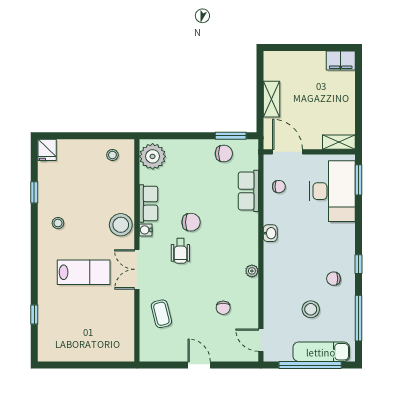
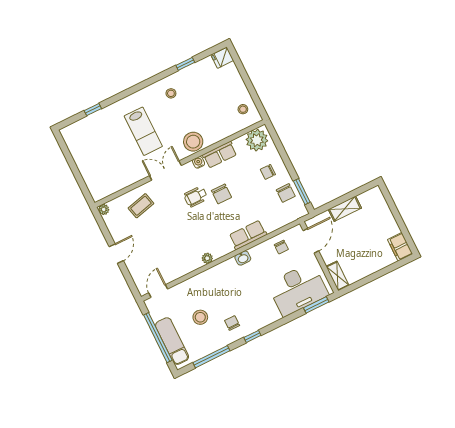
row of seats: (248, 191) -> (248, 235), moved
chair: (223, 308) -> (268, 172), moved
plant: (146, 355) -> (104, 209), added

